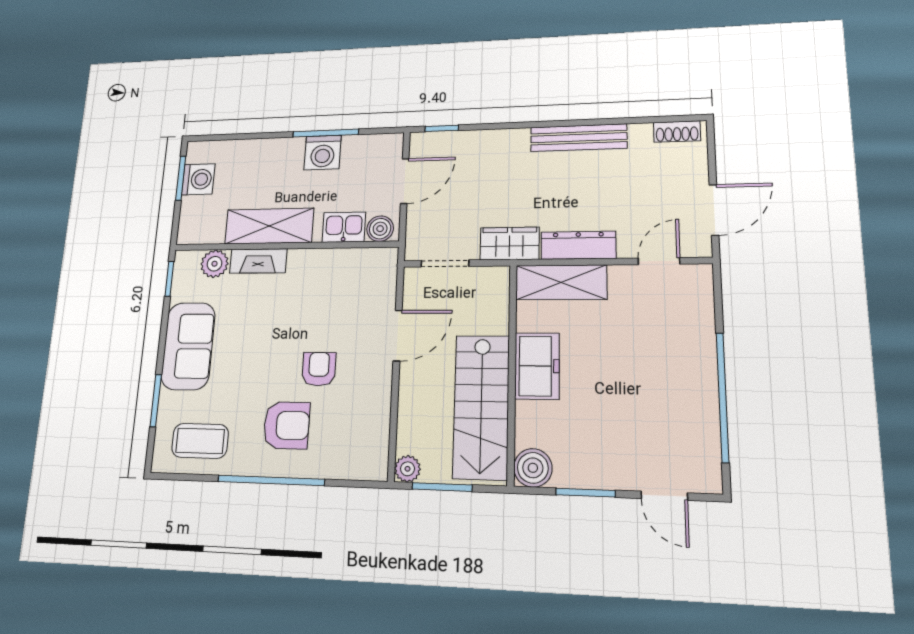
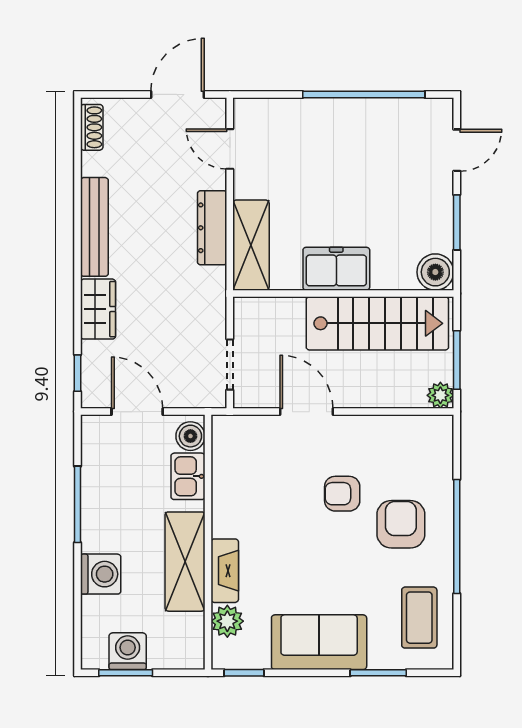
washing machine: (323, 153) -> (101, 574), moved
door: (714, 210) -> (177, 94), hinge flipped
wardrobe: (510, 243) -> (98, 309), moved, turned 180

